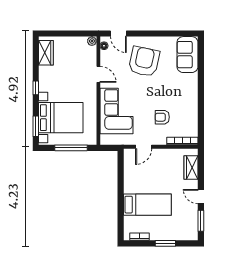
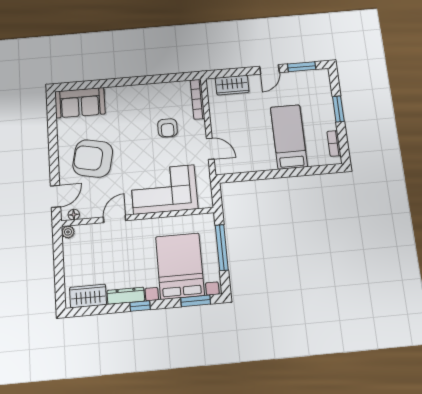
dresser: (44, 79) -> (126, 296), added

